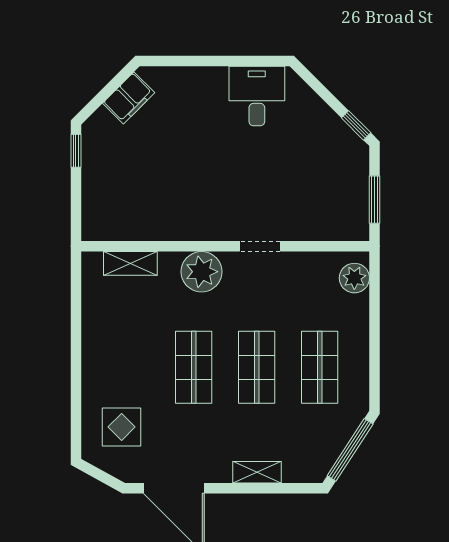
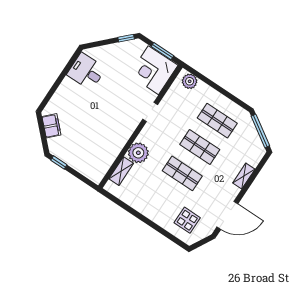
corner desk: (333, 206) -> (153, 70), added
plant: (202, 272) -> (138, 153), moved

